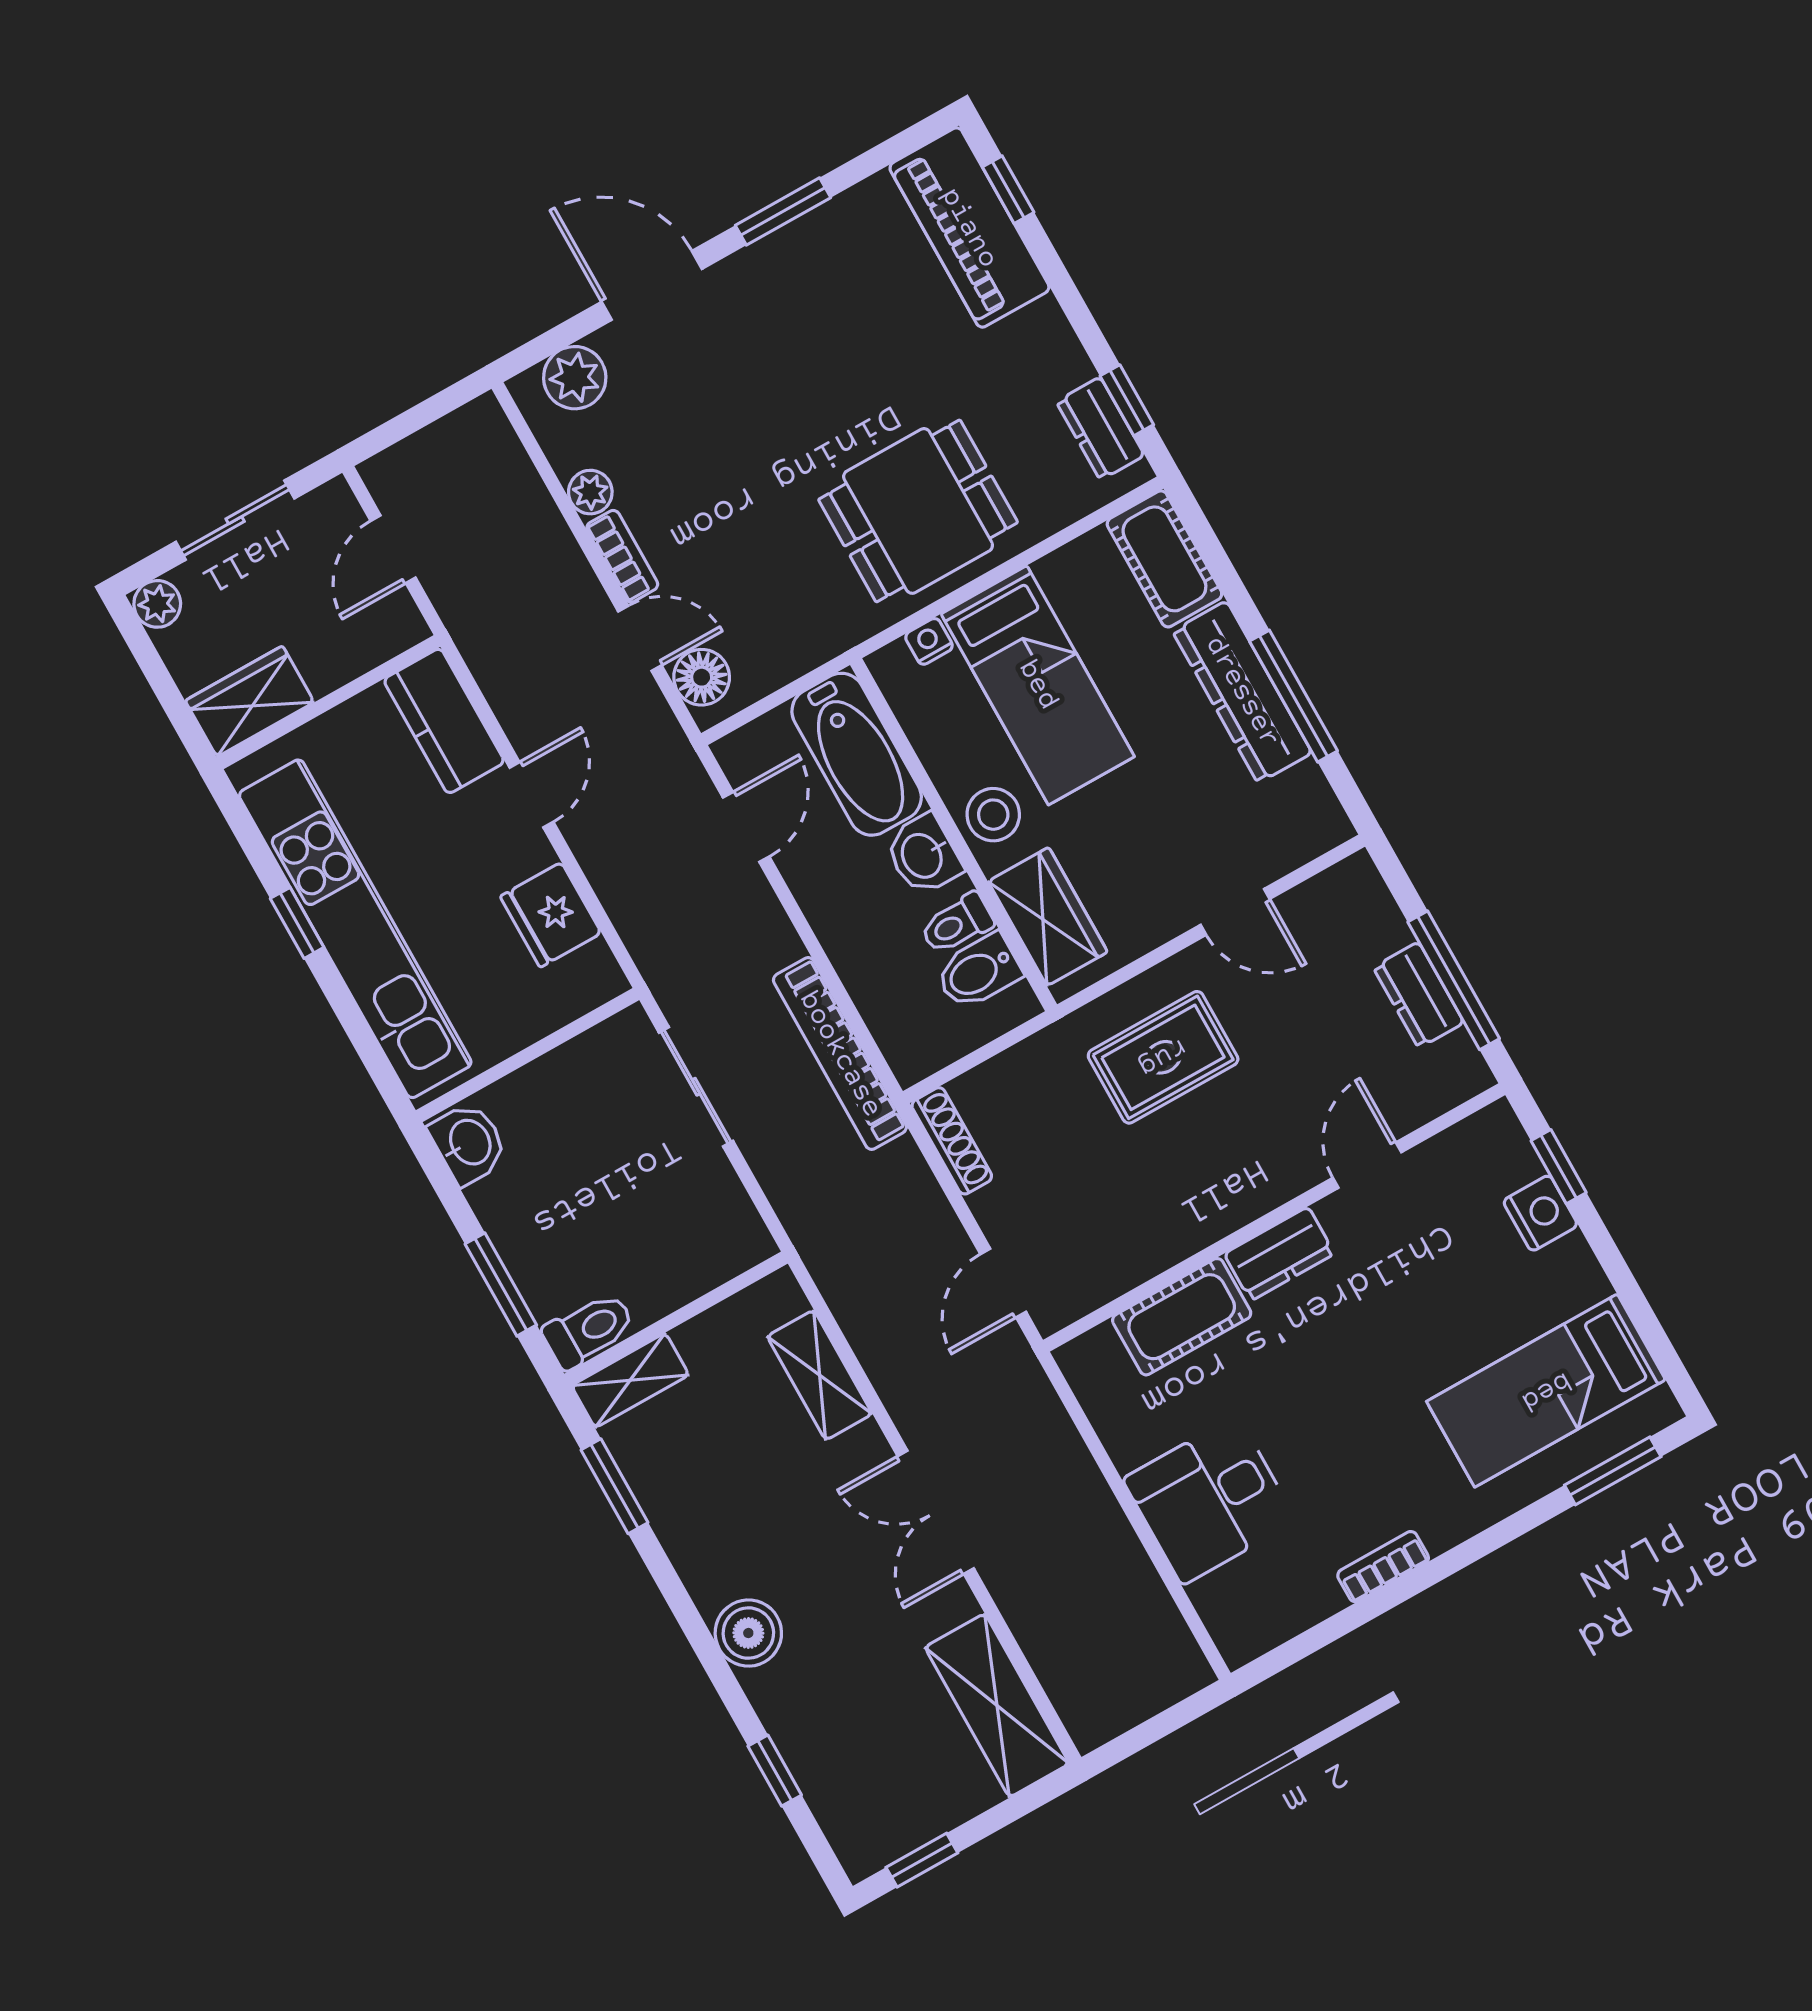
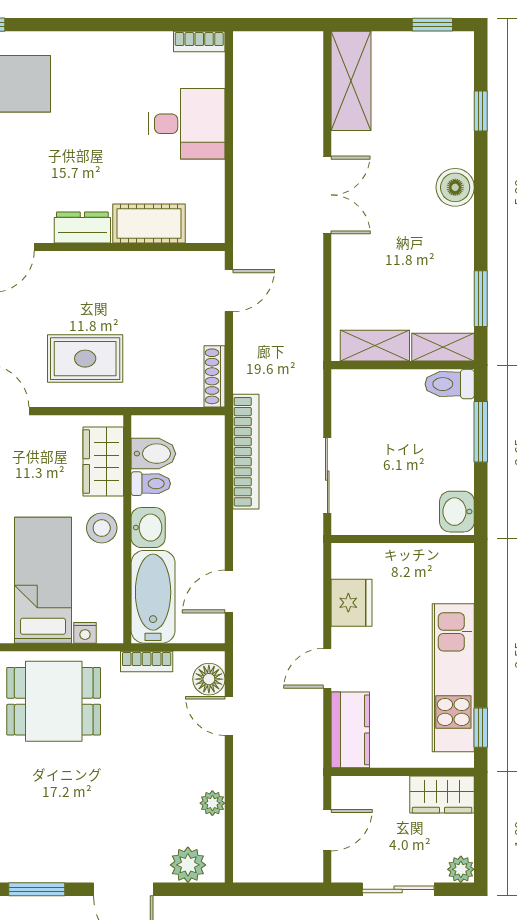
bookcase: (622, 556) -> (147, 662), moved, turned -90
window: (297, 923) -> (481, 728), moved
kitchen unit: (355, 929) -> (453, 678), width x0.73
shelving: (820, 1375) -> (375, 346), moved, turned 90
bookcase: (1383, 1567) -> (199, 42), moved

